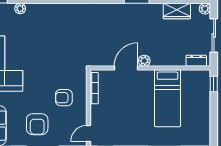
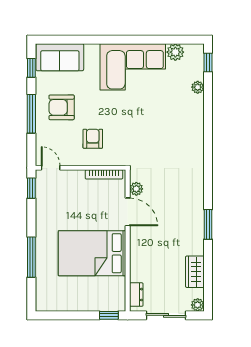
plant: (144, 61) -> (136, 189), moved
bed: (168, 98) -> (92, 253), width x1.50

